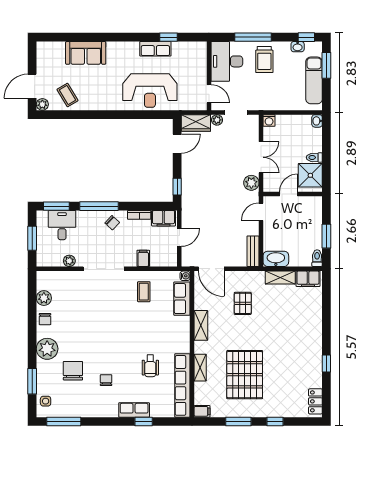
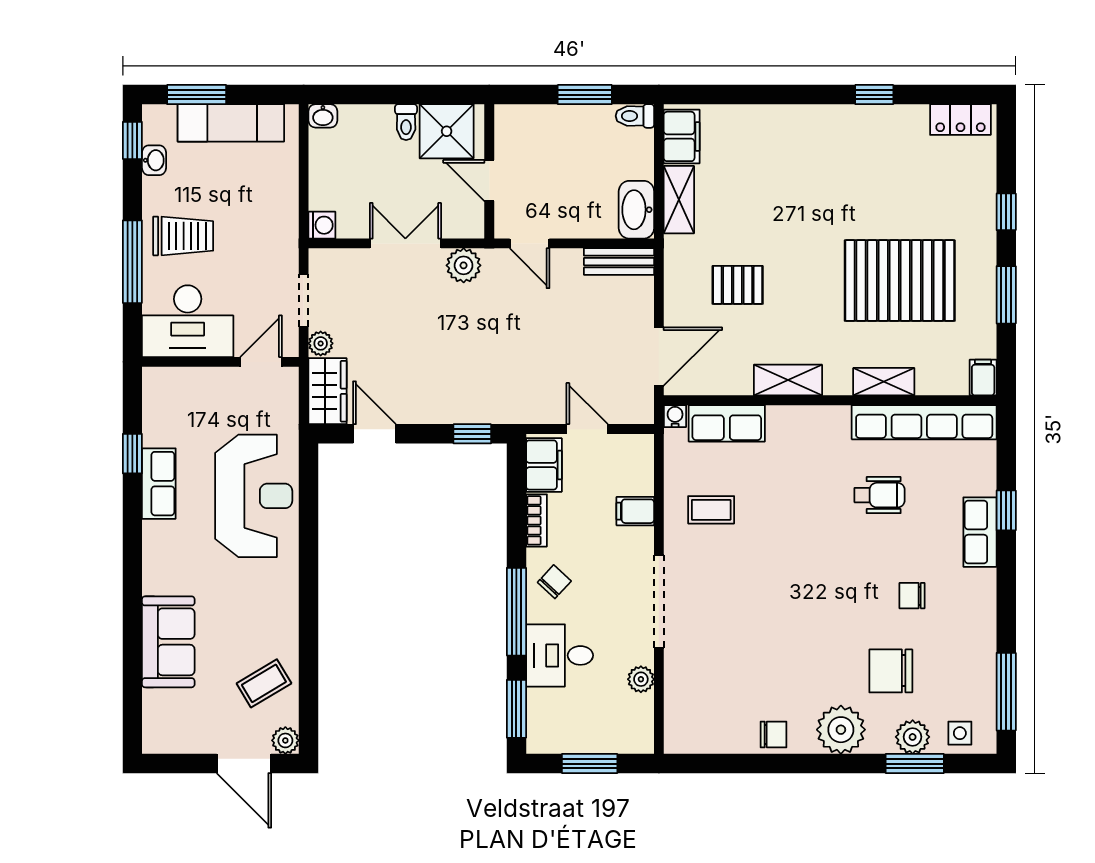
desk: (62, 225) -> (560, 655), moved
plant: (44, 298) -> (913, 737), moved

